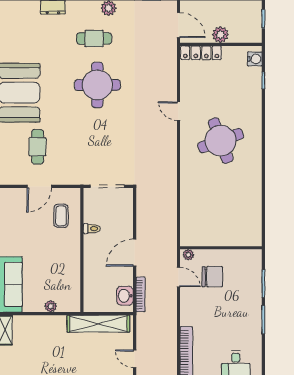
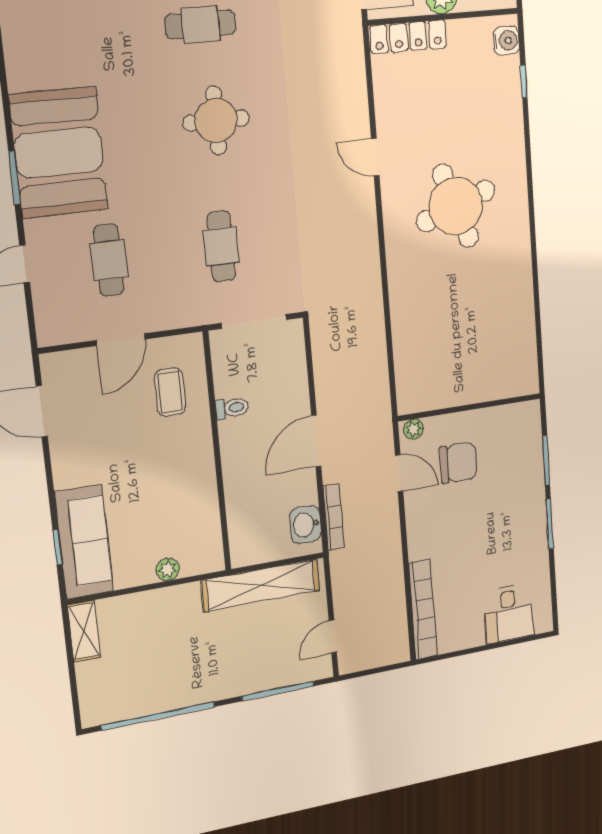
round table: (97, 85) -> (216, 120), width x0.73, depth x0.73
cafe table: (94, 147) -> (221, 246), added
door: (135, 359) -> (333, 636), hinge flipped

